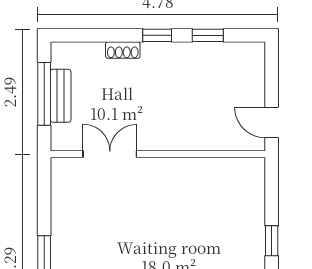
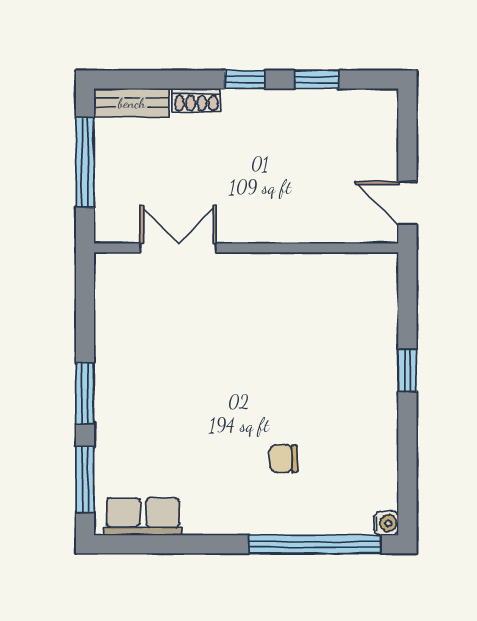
bench: (61, 96) -> (132, 103), moved, turned 90

